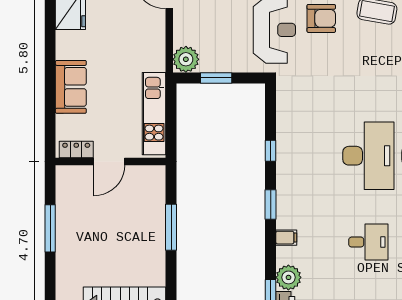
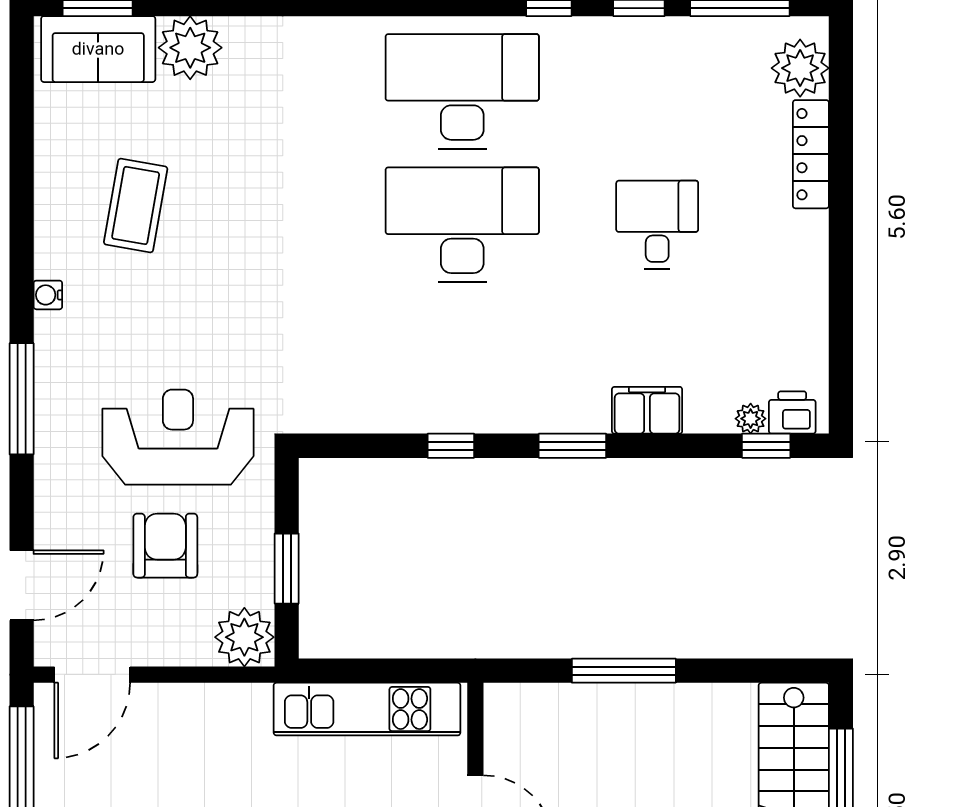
armchair: (321, 18) -> (165, 546), moved
filing cabinet: (286, 238) -> (647, 410), width x2.00
plant: (288, 277) -> (751, 419), width x0.53, depth x0.53

